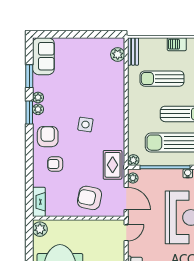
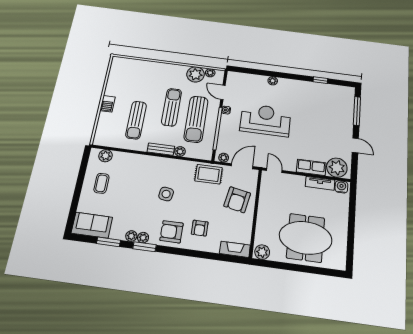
bench: (133, 51) -> (161, 149), moved
coffee table: (87, 57) -> (101, 183), added
plant: (133, 160) -> (180, 151), moved

